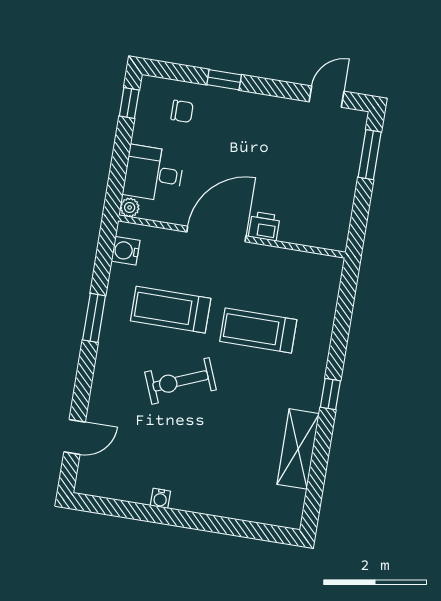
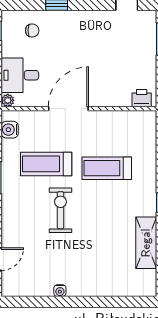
printer: (264, 226) -> (142, 98), moved
exercise bike: (180, 381) -> (60, 210), turned 112

